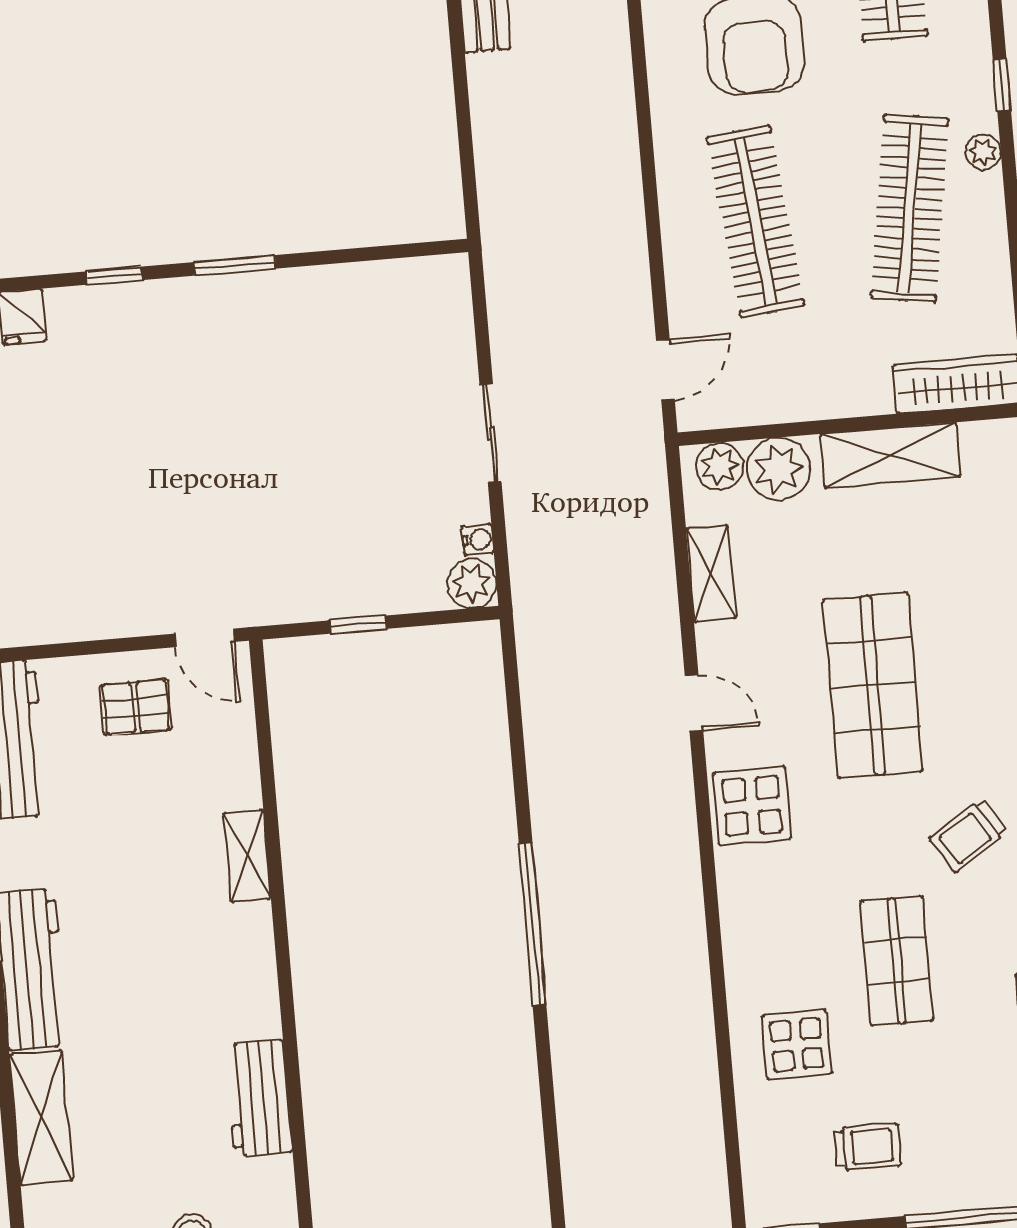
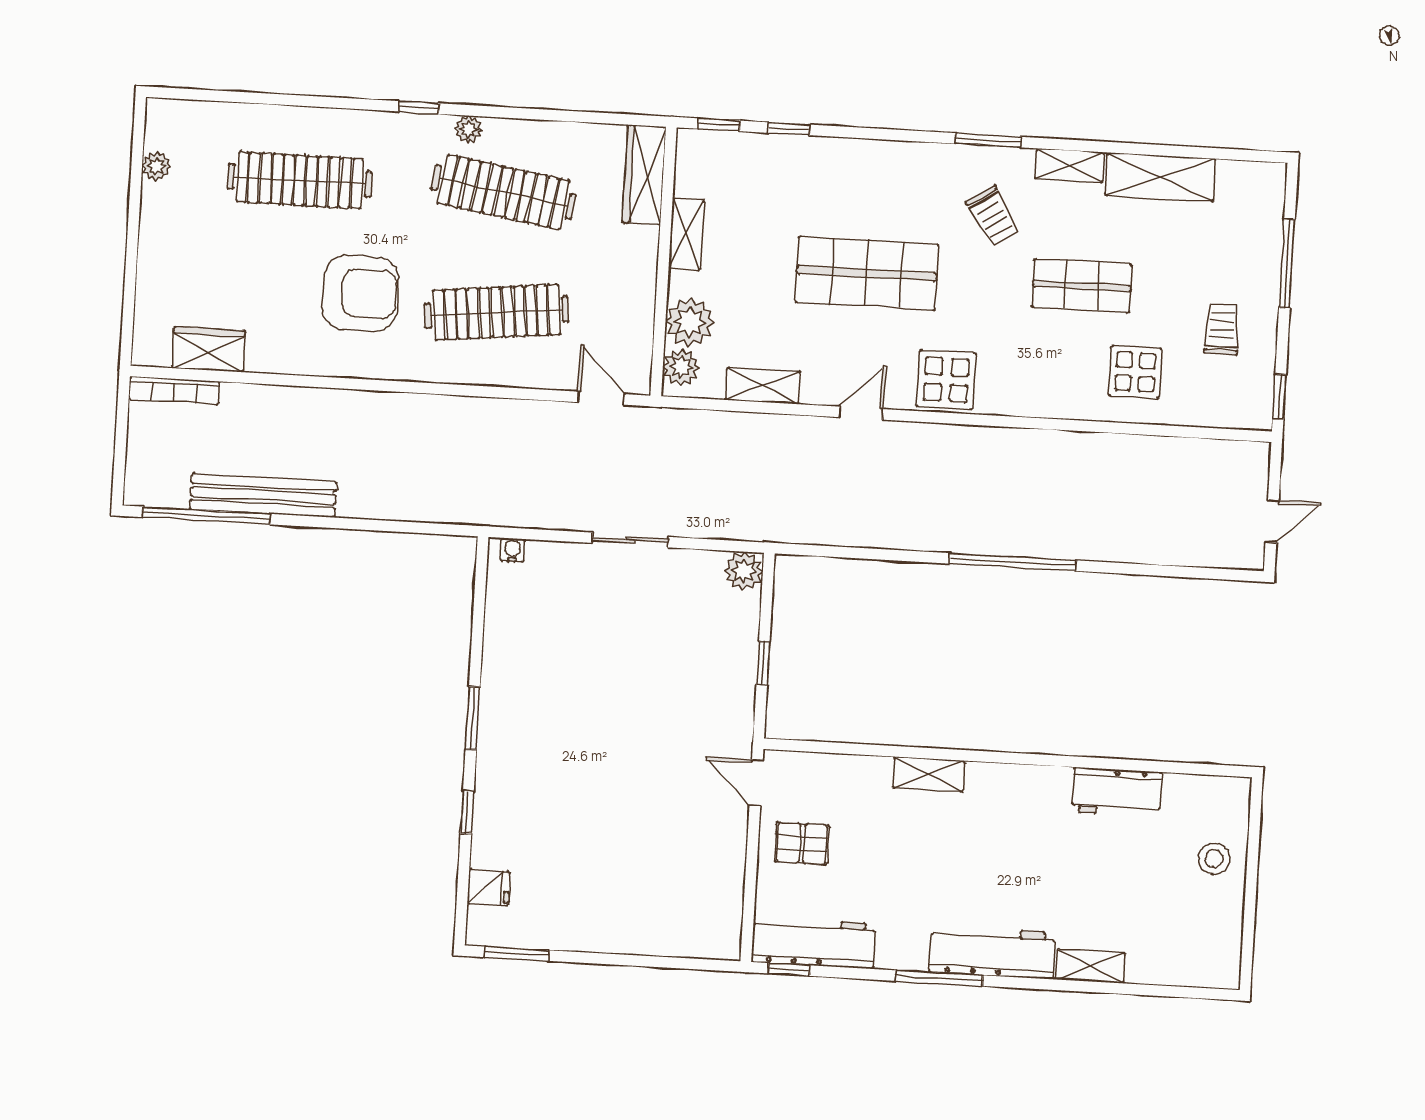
shelving: (890, 455) -> (686, 234), width x0.67, depth x0.75
water cooler: (478, 540) -> (512, 550), moved
door: (205, 638) -> (756, 783), swing flipped
pallet: (136, 707) -> (802, 843), turned 90
shelving: (41, 1118) -> (1090, 966), width x0.67, depth x0.75

